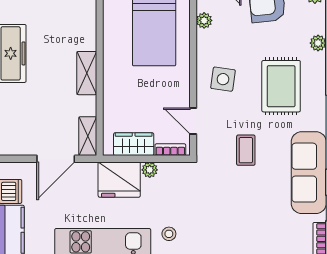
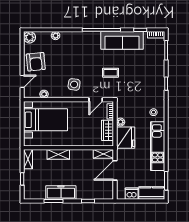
shelving: (87, 73) -> (58, 154), moved
rug: (281, 86) -> (78, 55), removed
door: (56, 159) -> (115, 170), swing flipped

